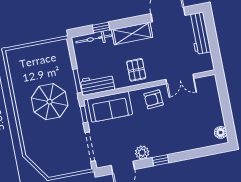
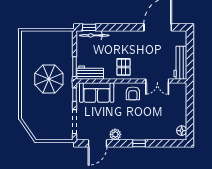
window: (101, 28) -> (89, 27), moved
shelving: (132, 33) -> (126, 37), removed
workbench: (200, 33) -> (180, 63), moved
armchair: (154, 99) -> (133, 93), turned -86
window: (160, 160) -> (139, 143), moved

